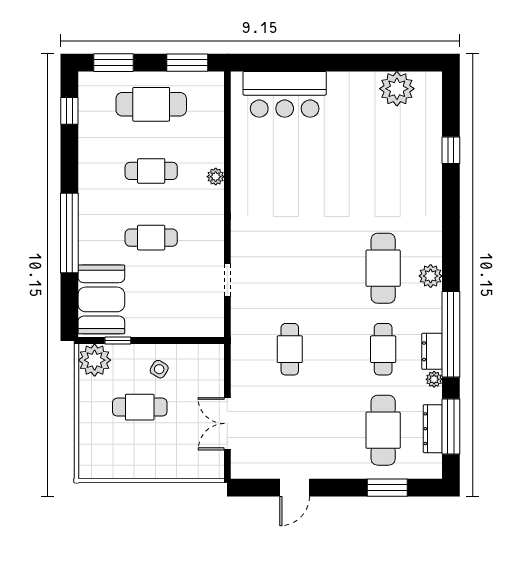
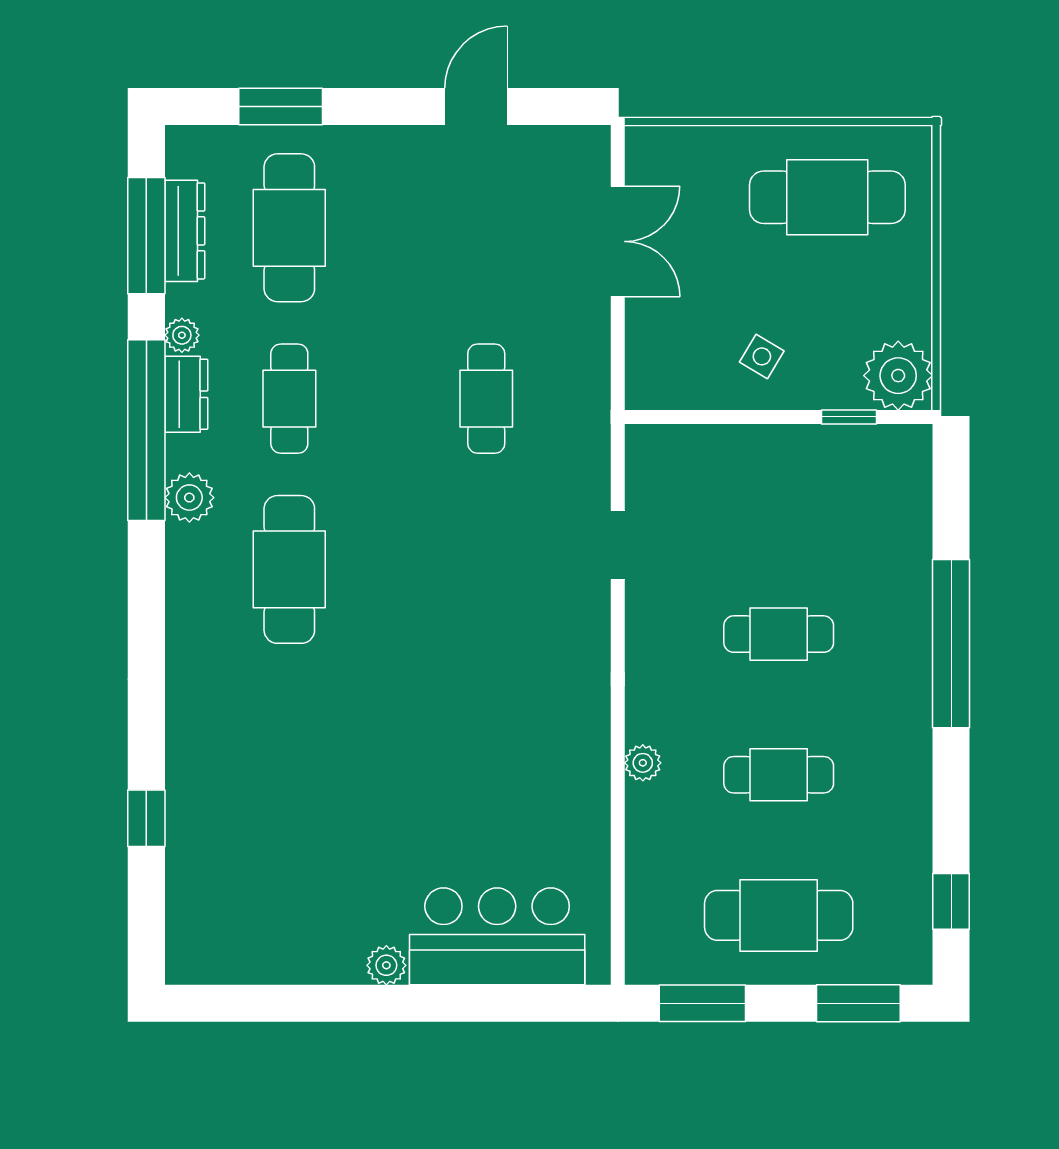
plant: (397, 89) -> (386, 965), moved, width x0.53, depth x0.53
plant: (431, 276) -> (189, 498), moved
booth: (101, 299) -> (884, 504), removed
cafe table: (140, 407) -> (827, 197), moved, width x1.37, depth x1.35

